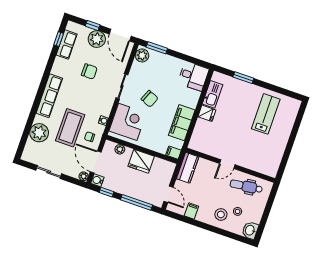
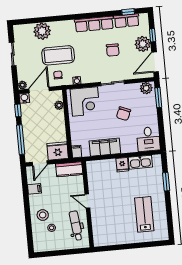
row of seats: (49, 96) -> (94, 24), moved
chair: (150, 99) -> (123, 114), moved
lab bench: (266, 114) -> (144, 214), turned -90
fridge: (141, 161) -> (58, 151), moved, turned 90
washbasin: (250, 230) -> (41, 246), removed

